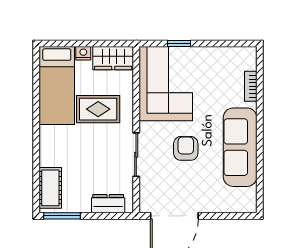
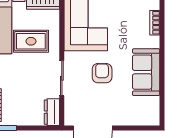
sofa: (240, 147) -> (146, 72), width x0.73
dresser: (108, 204) -> (52, 112), moved, turned -90

